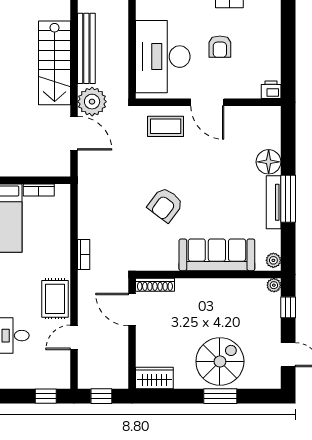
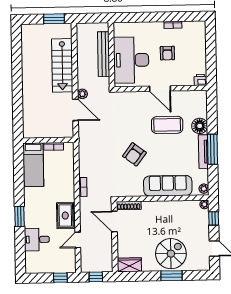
bench: (86, 48) -> (104, 54), moved
plant: (92, 102) -> (82, 94), width x0.53, depth x0.53
coffee table: (166, 126) -> (167, 125), moved, width x1.36, depth x1.32

